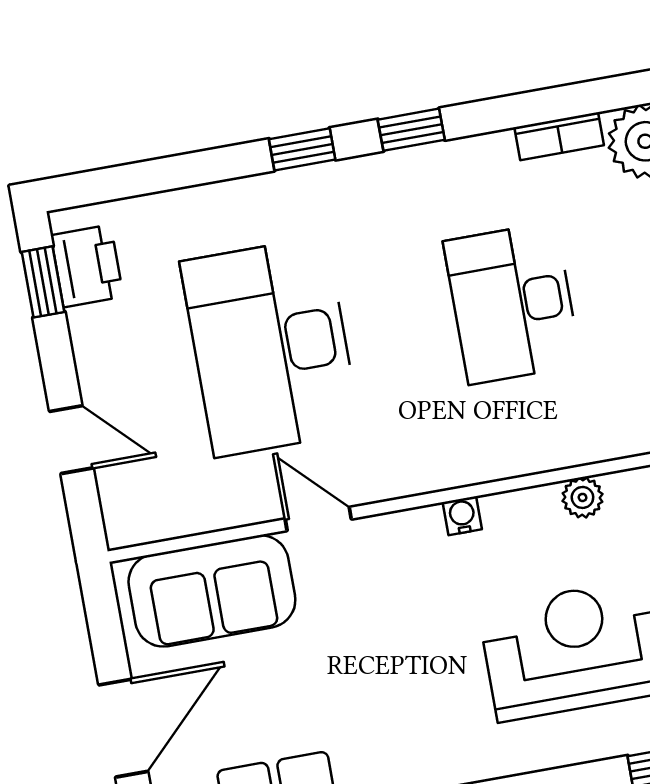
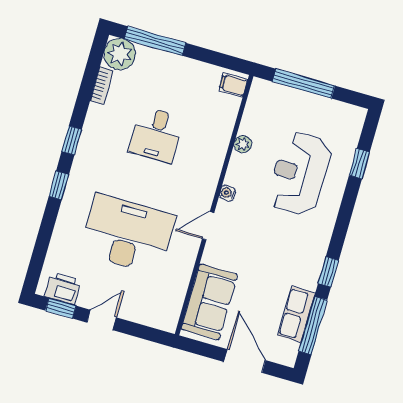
desk: (512, 303) -> (156, 135), width x0.73
desk: (270, 347) -> (128, 234), turned 180
door: (71, 440) -> (102, 320), moved
door: (318, 519) -> (208, 226), moved

